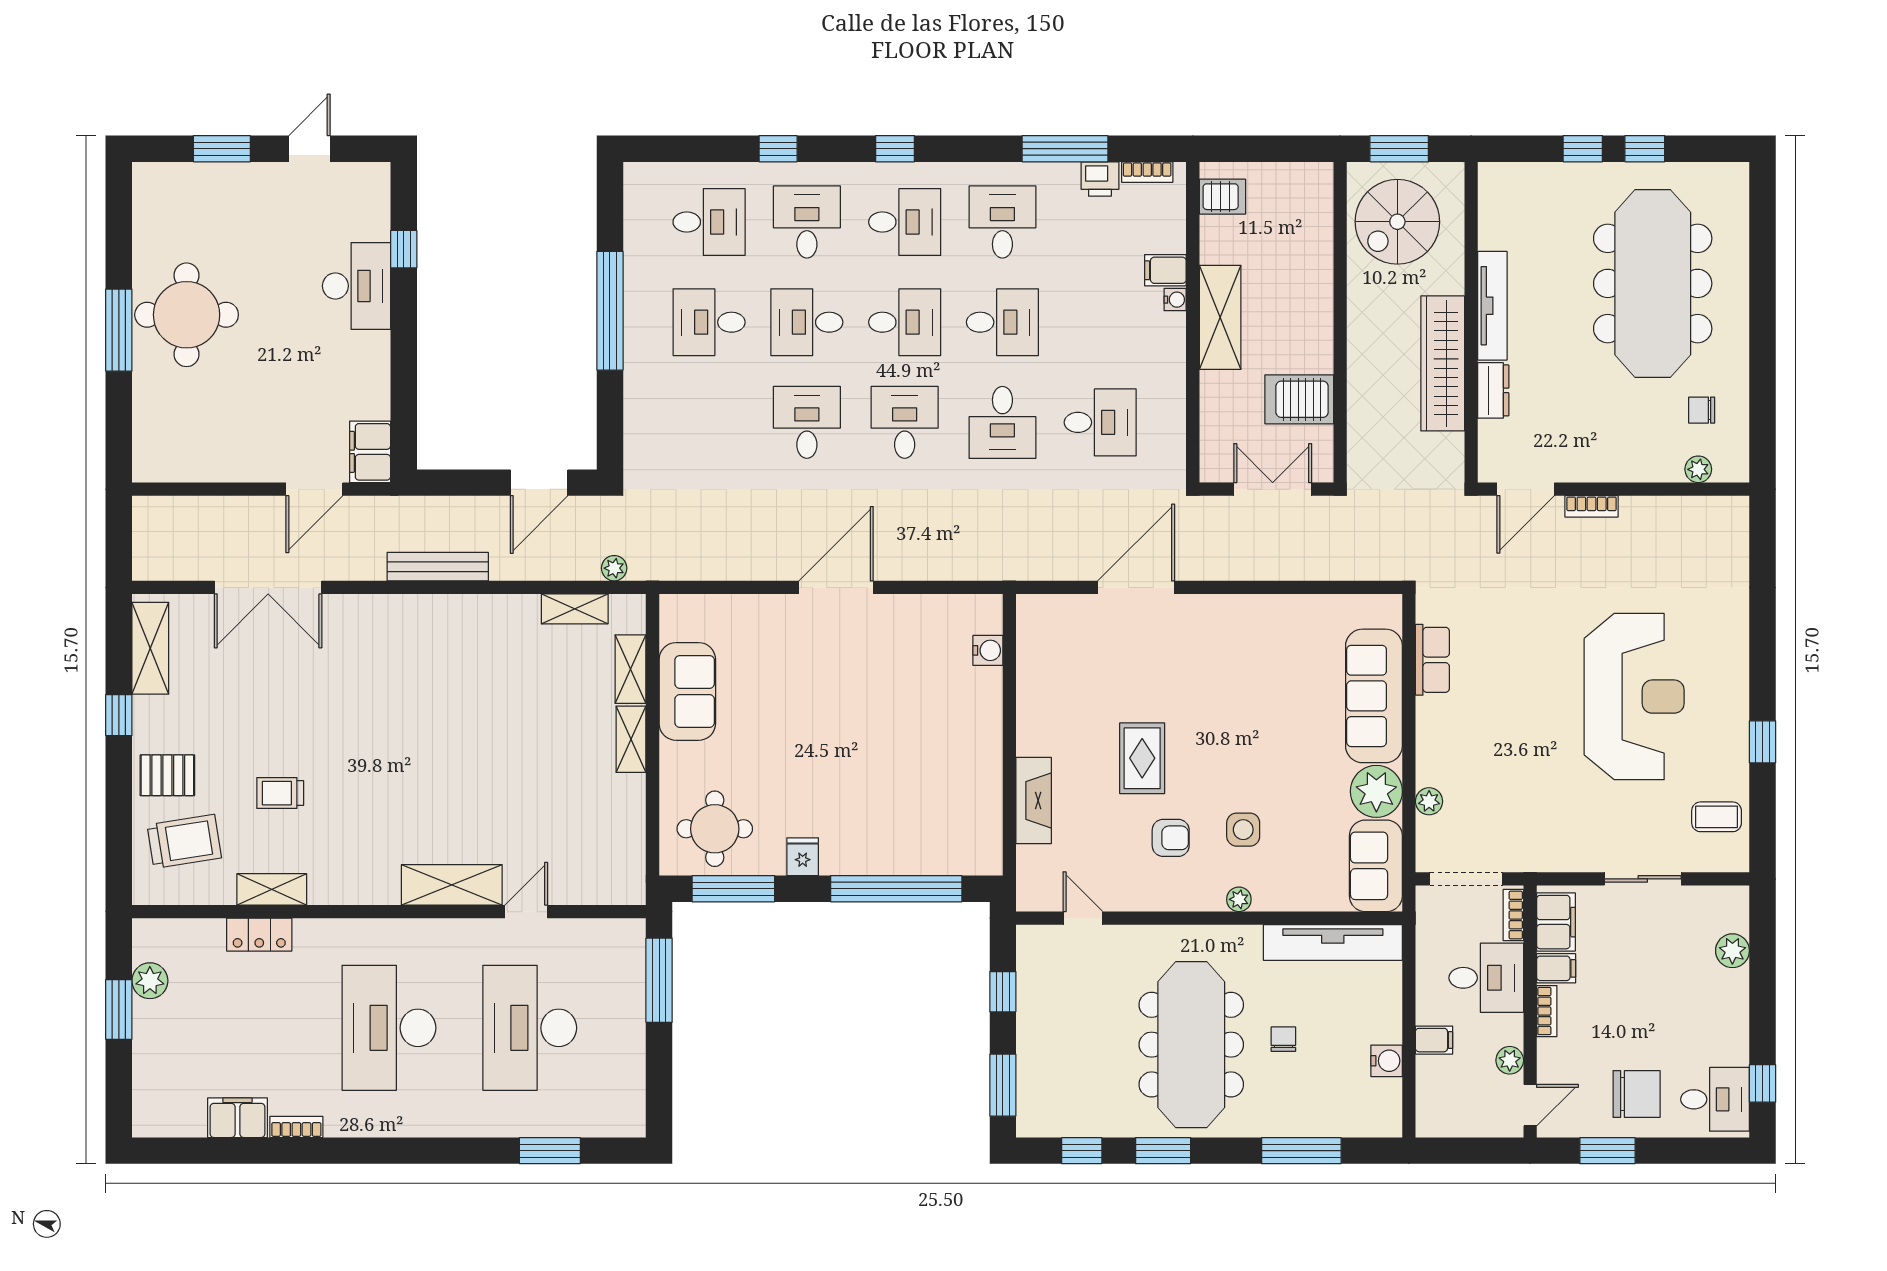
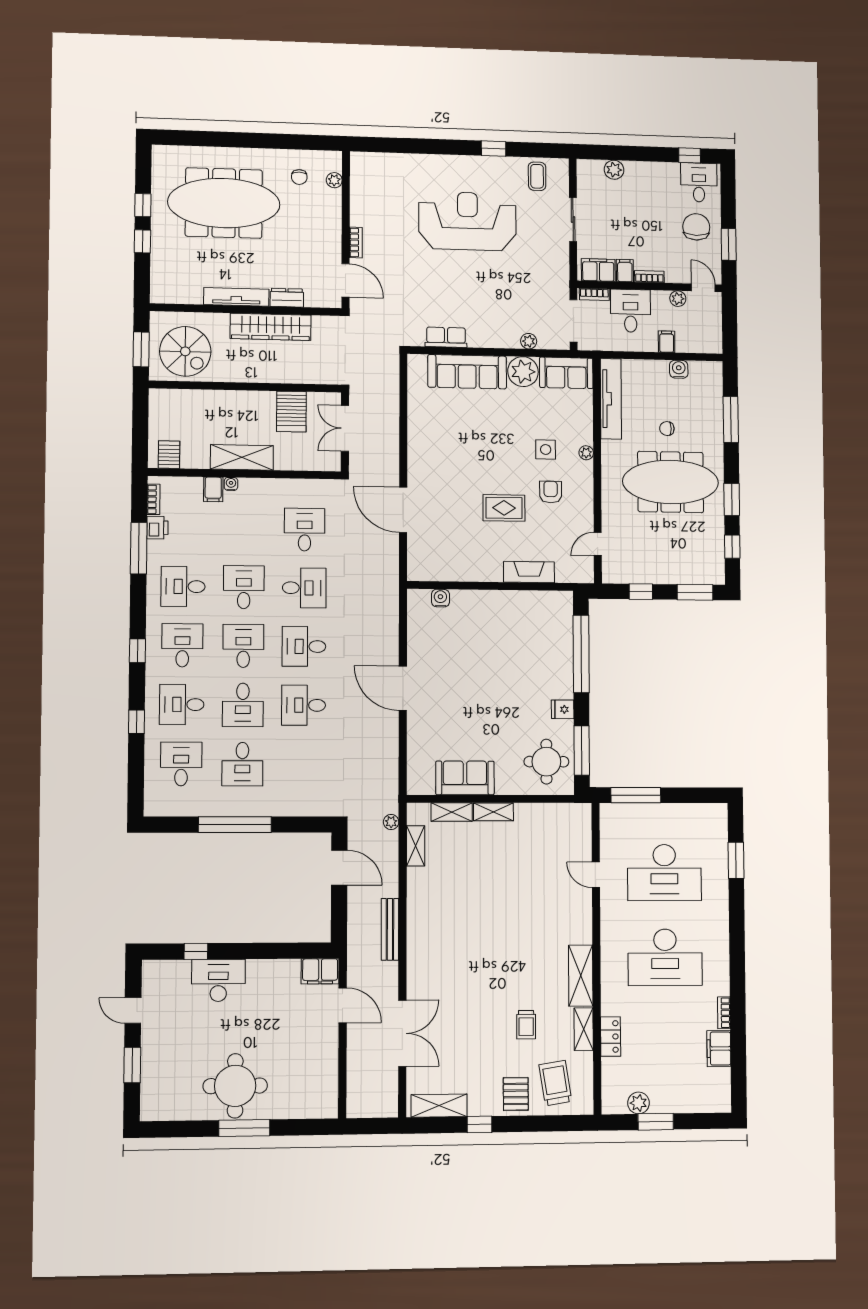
shelving: (452, 885) -> (581, 976), moved

